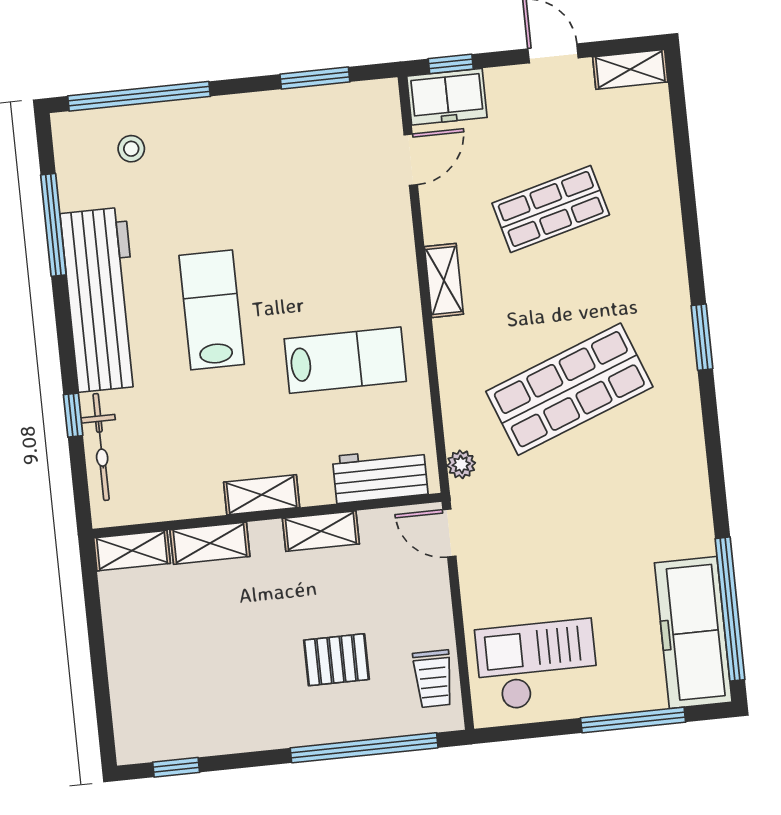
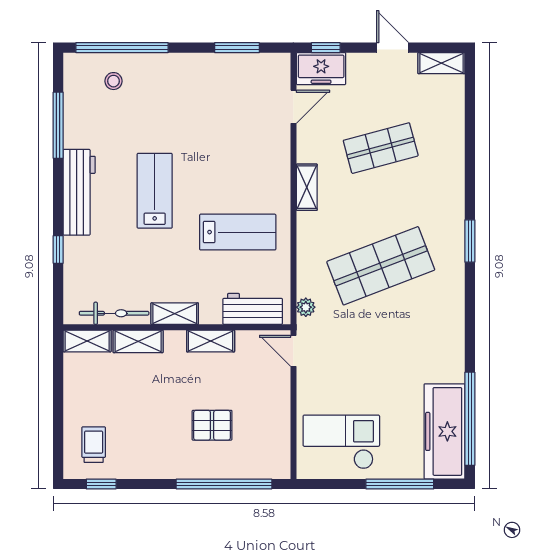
workbench: (102, 300) -> (79, 192), width x0.73, depth x0.76
bicycle: (101, 447) -> (114, 313), moved, turned -90
trolley: (433, 679) -> (94, 445), moved, turned 180

